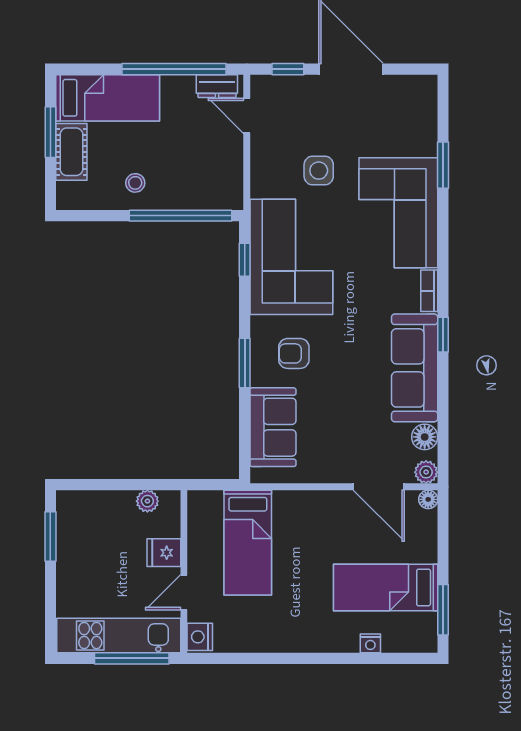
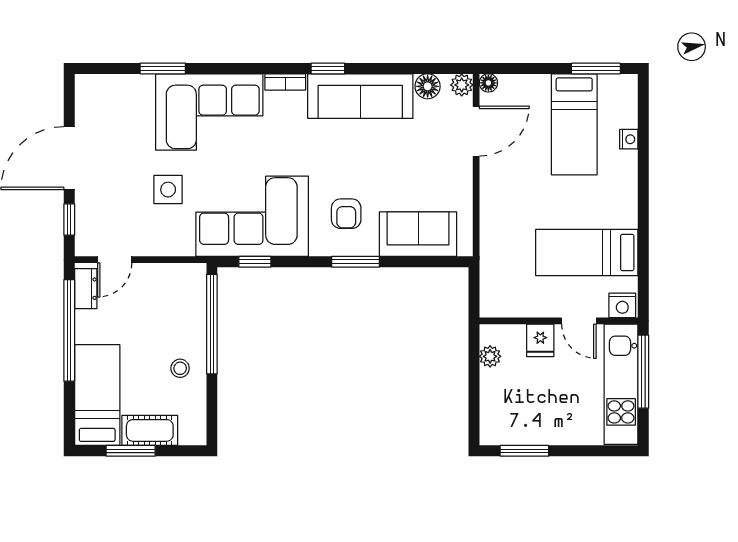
bed: (248, 543) -> (587, 252), moved, turned 180

